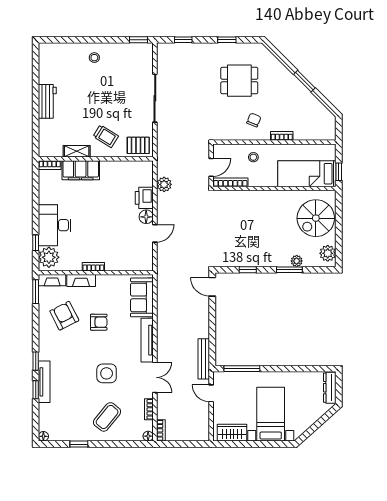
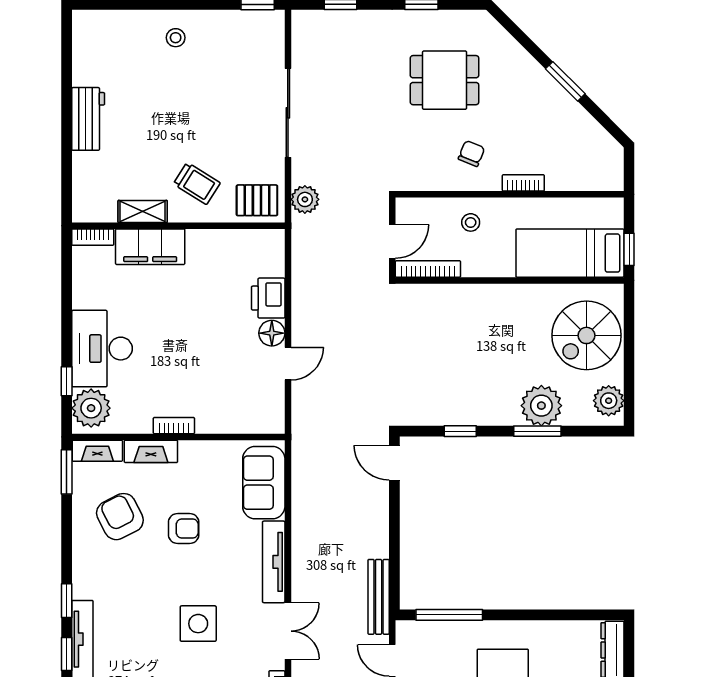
plant: (164, 184) -> (305, 199), moved
plant: (297, 261) -> (541, 406), width x1.88, depth x1.88

